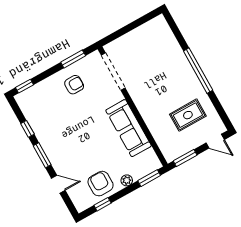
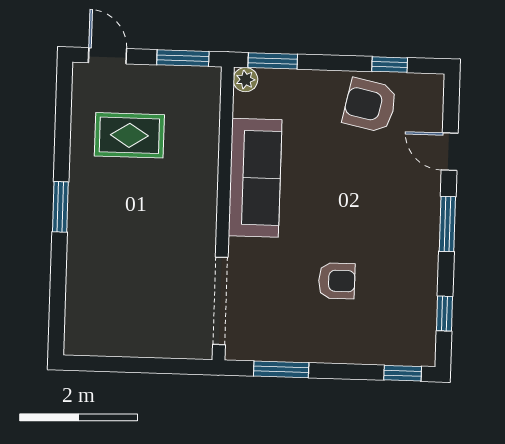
window: (198, 71) -> (60, 207), width x0.47
armchair: (74, 85) -> (337, 281), moved, turned 180
window: (27, 129) -> (445, 314), moved
plant: (127, 180) -> (245, 80), moved
armchair: (101, 184) -> (370, 105), turned 102

